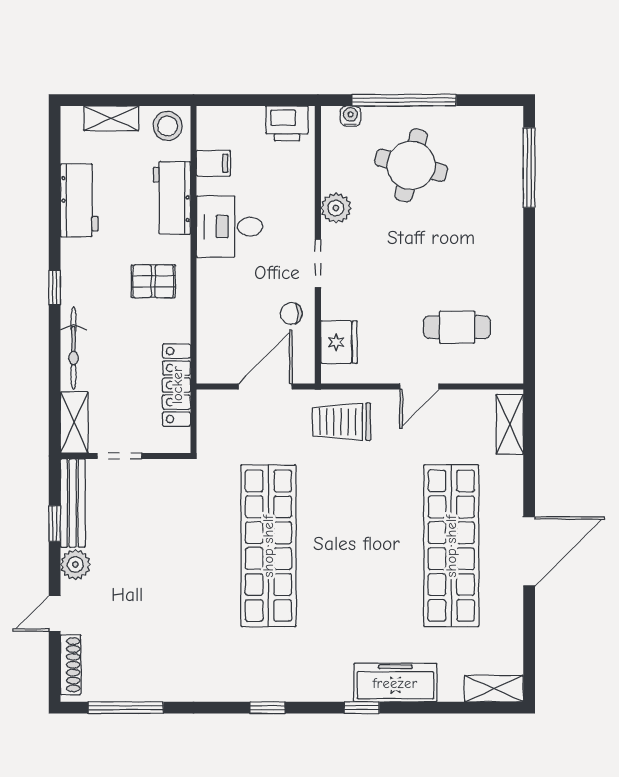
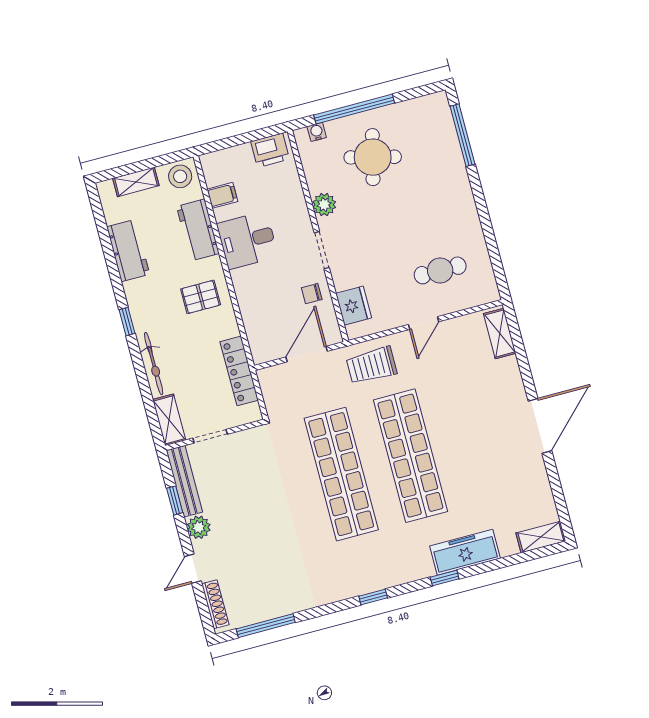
shop shelf: (451, 546) -> (410, 456), moved

